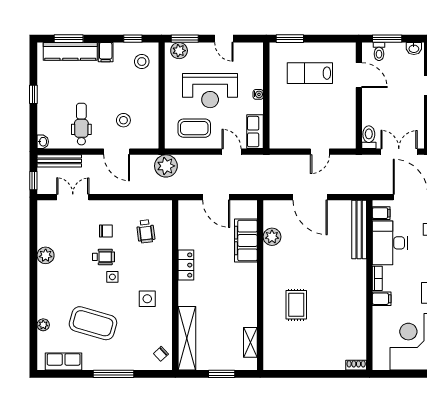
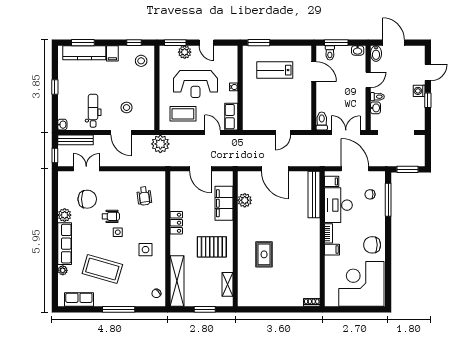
plant: (179, 51) -> (185, 52), moved
chair: (106, 231) -> (87, 199), moved, width x1.87, depth x1.87
row of seats: (46, 291) -> (65, 244), added
pallet: (231, 295) -> (212, 247), added

